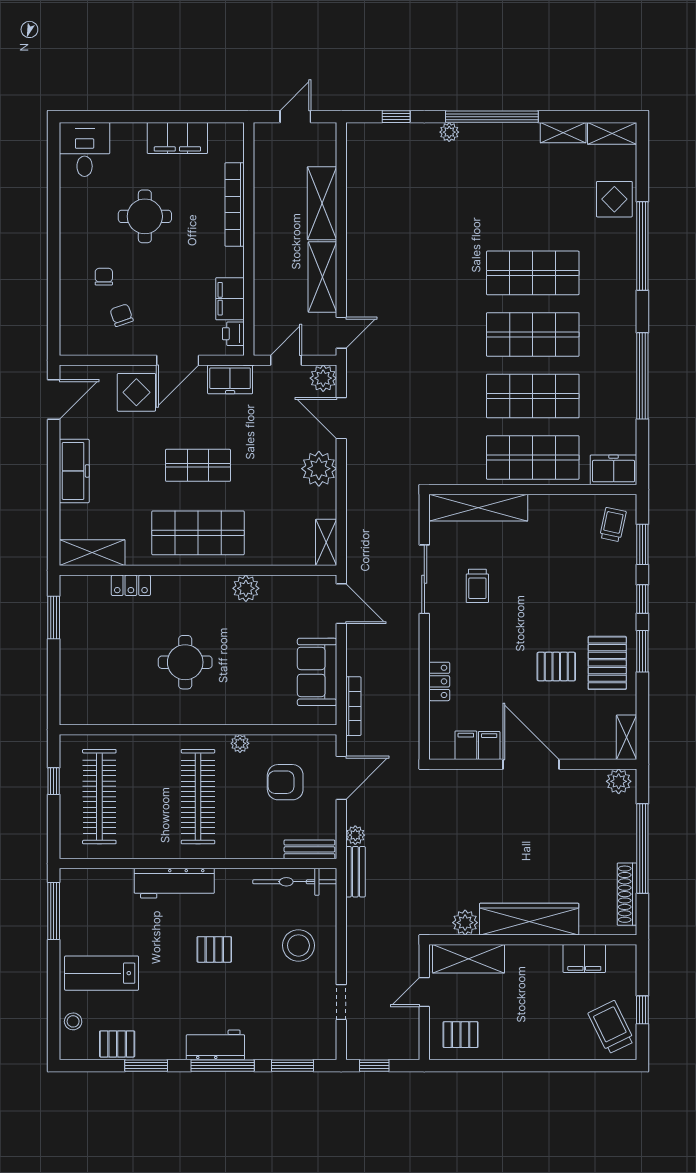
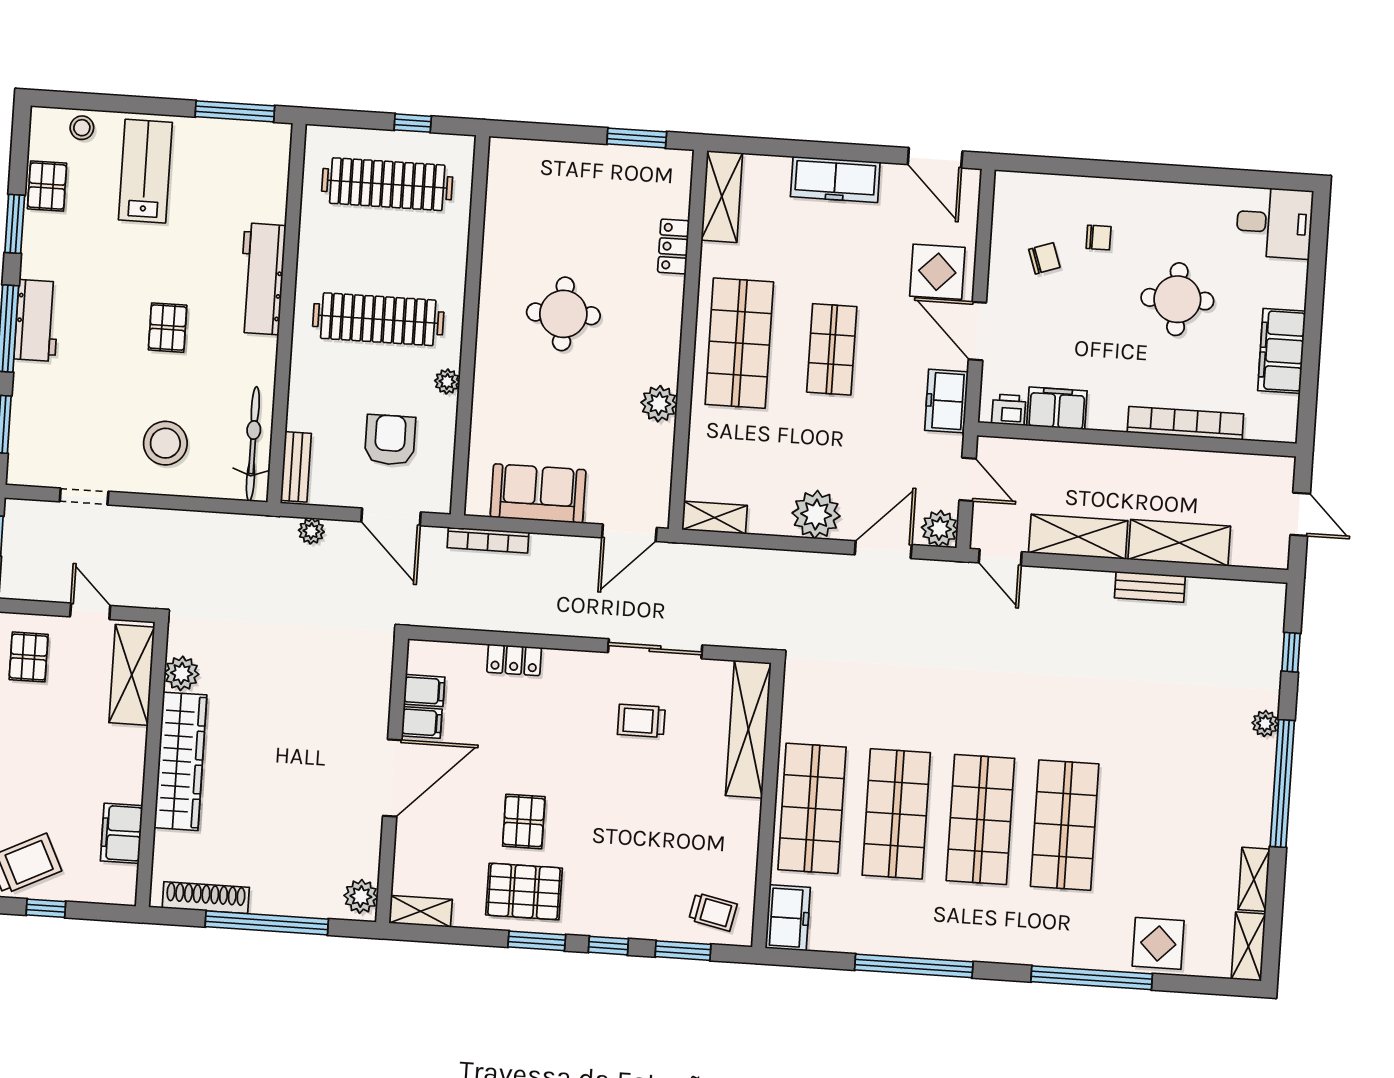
bench: (355, 872) -> (1150, 587), moved

